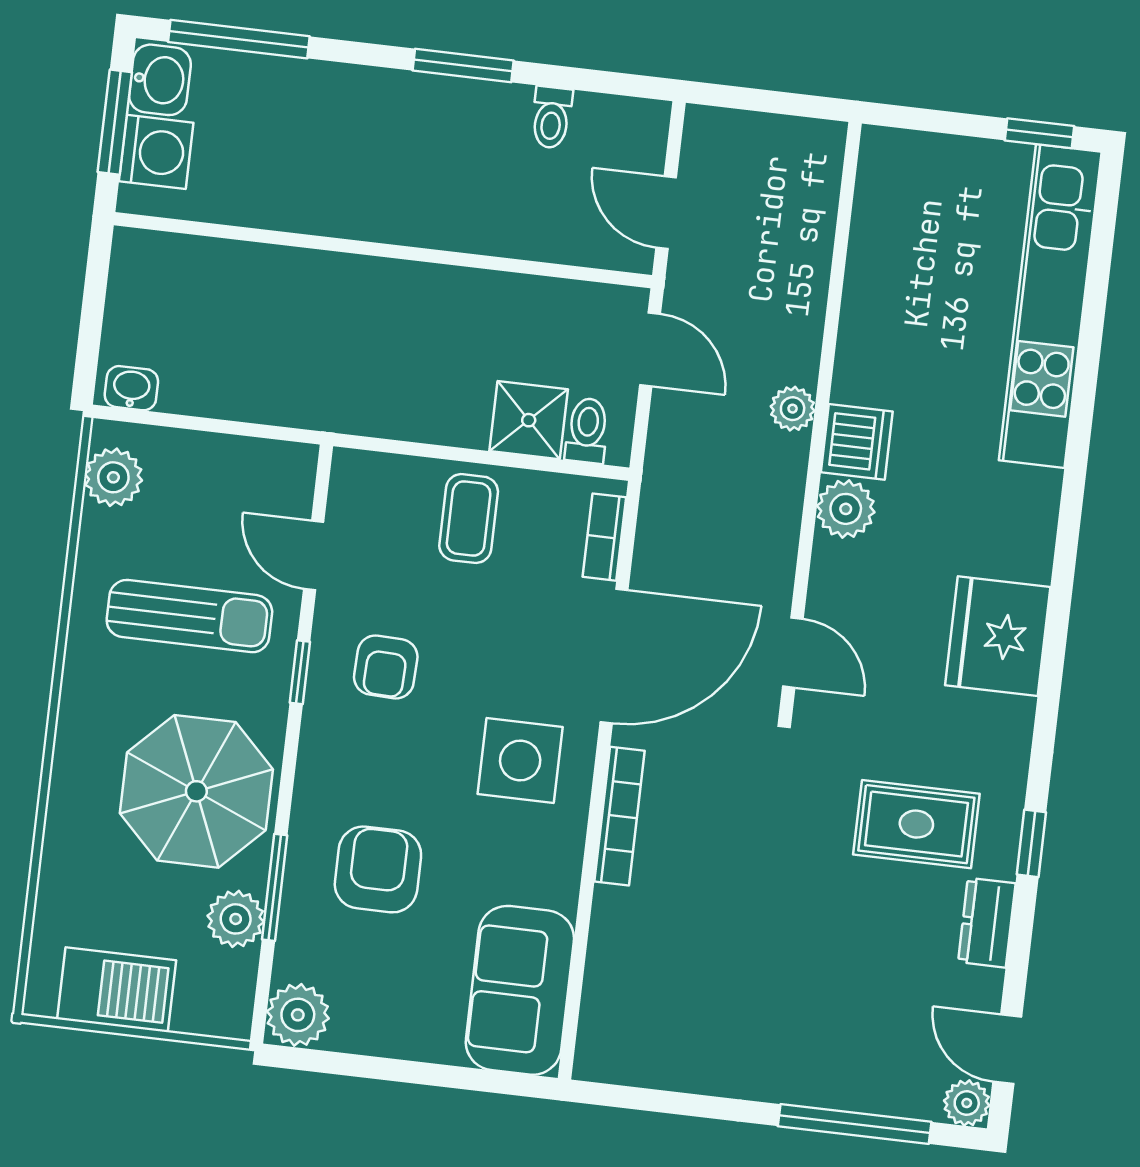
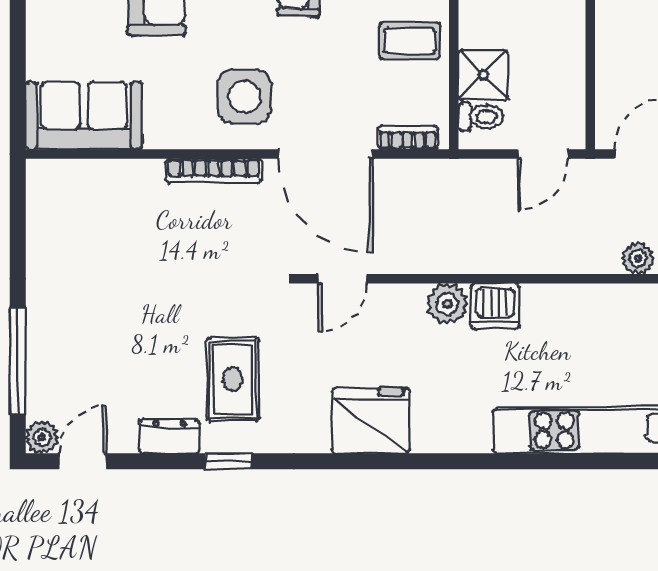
plant: (793, 409) -> (638, 258), moved

